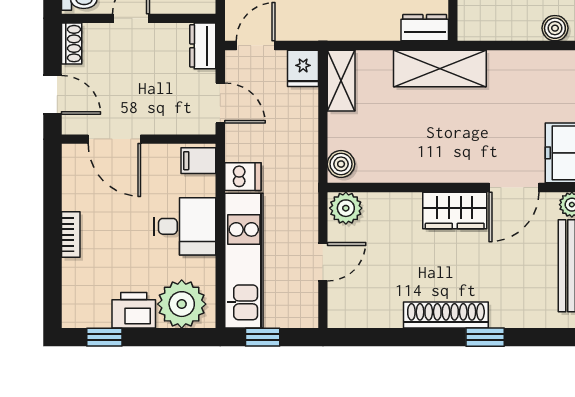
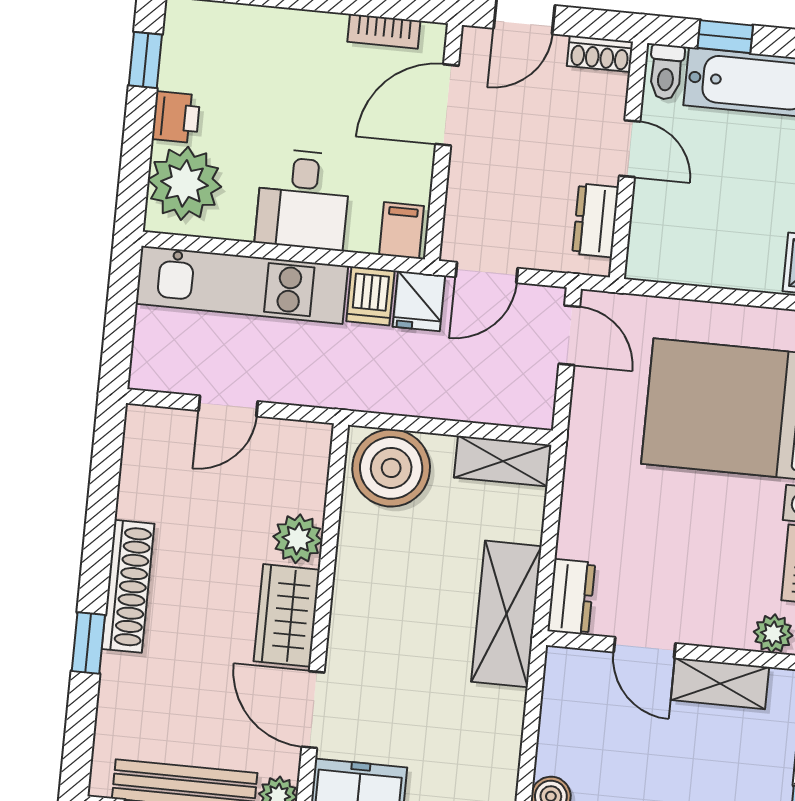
dresser: (203, 46) -> (596, 220), moved, turned -90
fridge: (303, 68) -> (419, 301), moved, turned -90
boiler: (341, 164) -> (391, 468), width x1.86, depth x1.86
plant: (346, 208) -> (298, 539), moved
bookcase: (71, 235) -> (384, 31), moved
door: (323, 262) -> (228, 406), hinge flipped
printer: (134, 310) -> (176, 117), width x0.73, depth x0.81
window: (263, 337) -> (122, 302), removed

